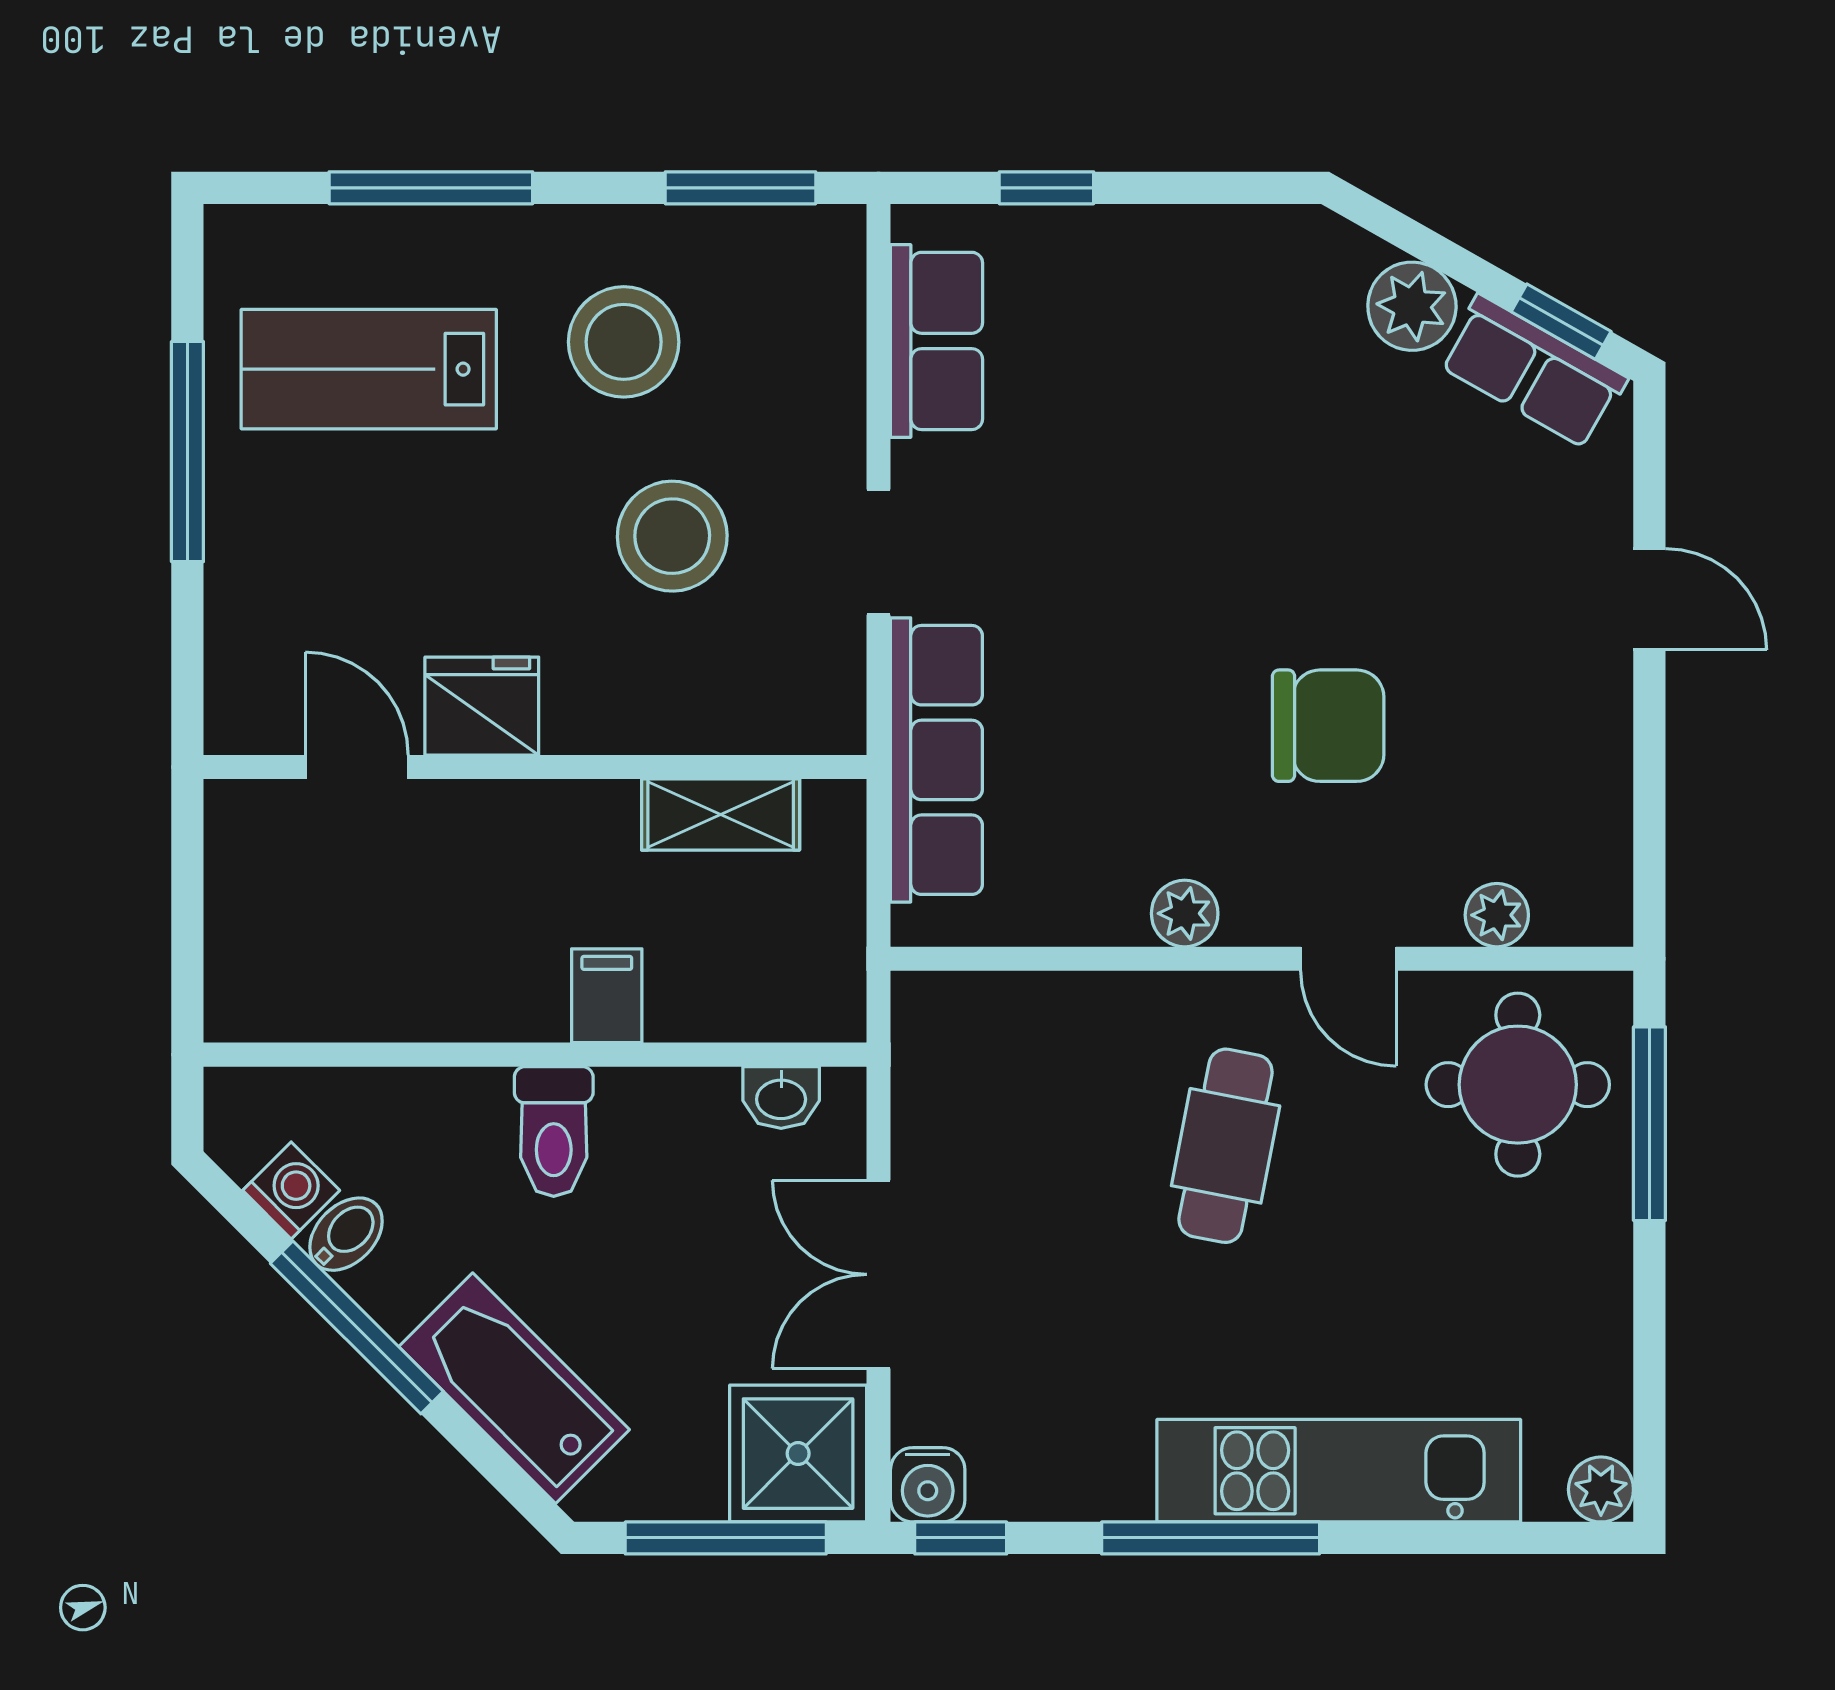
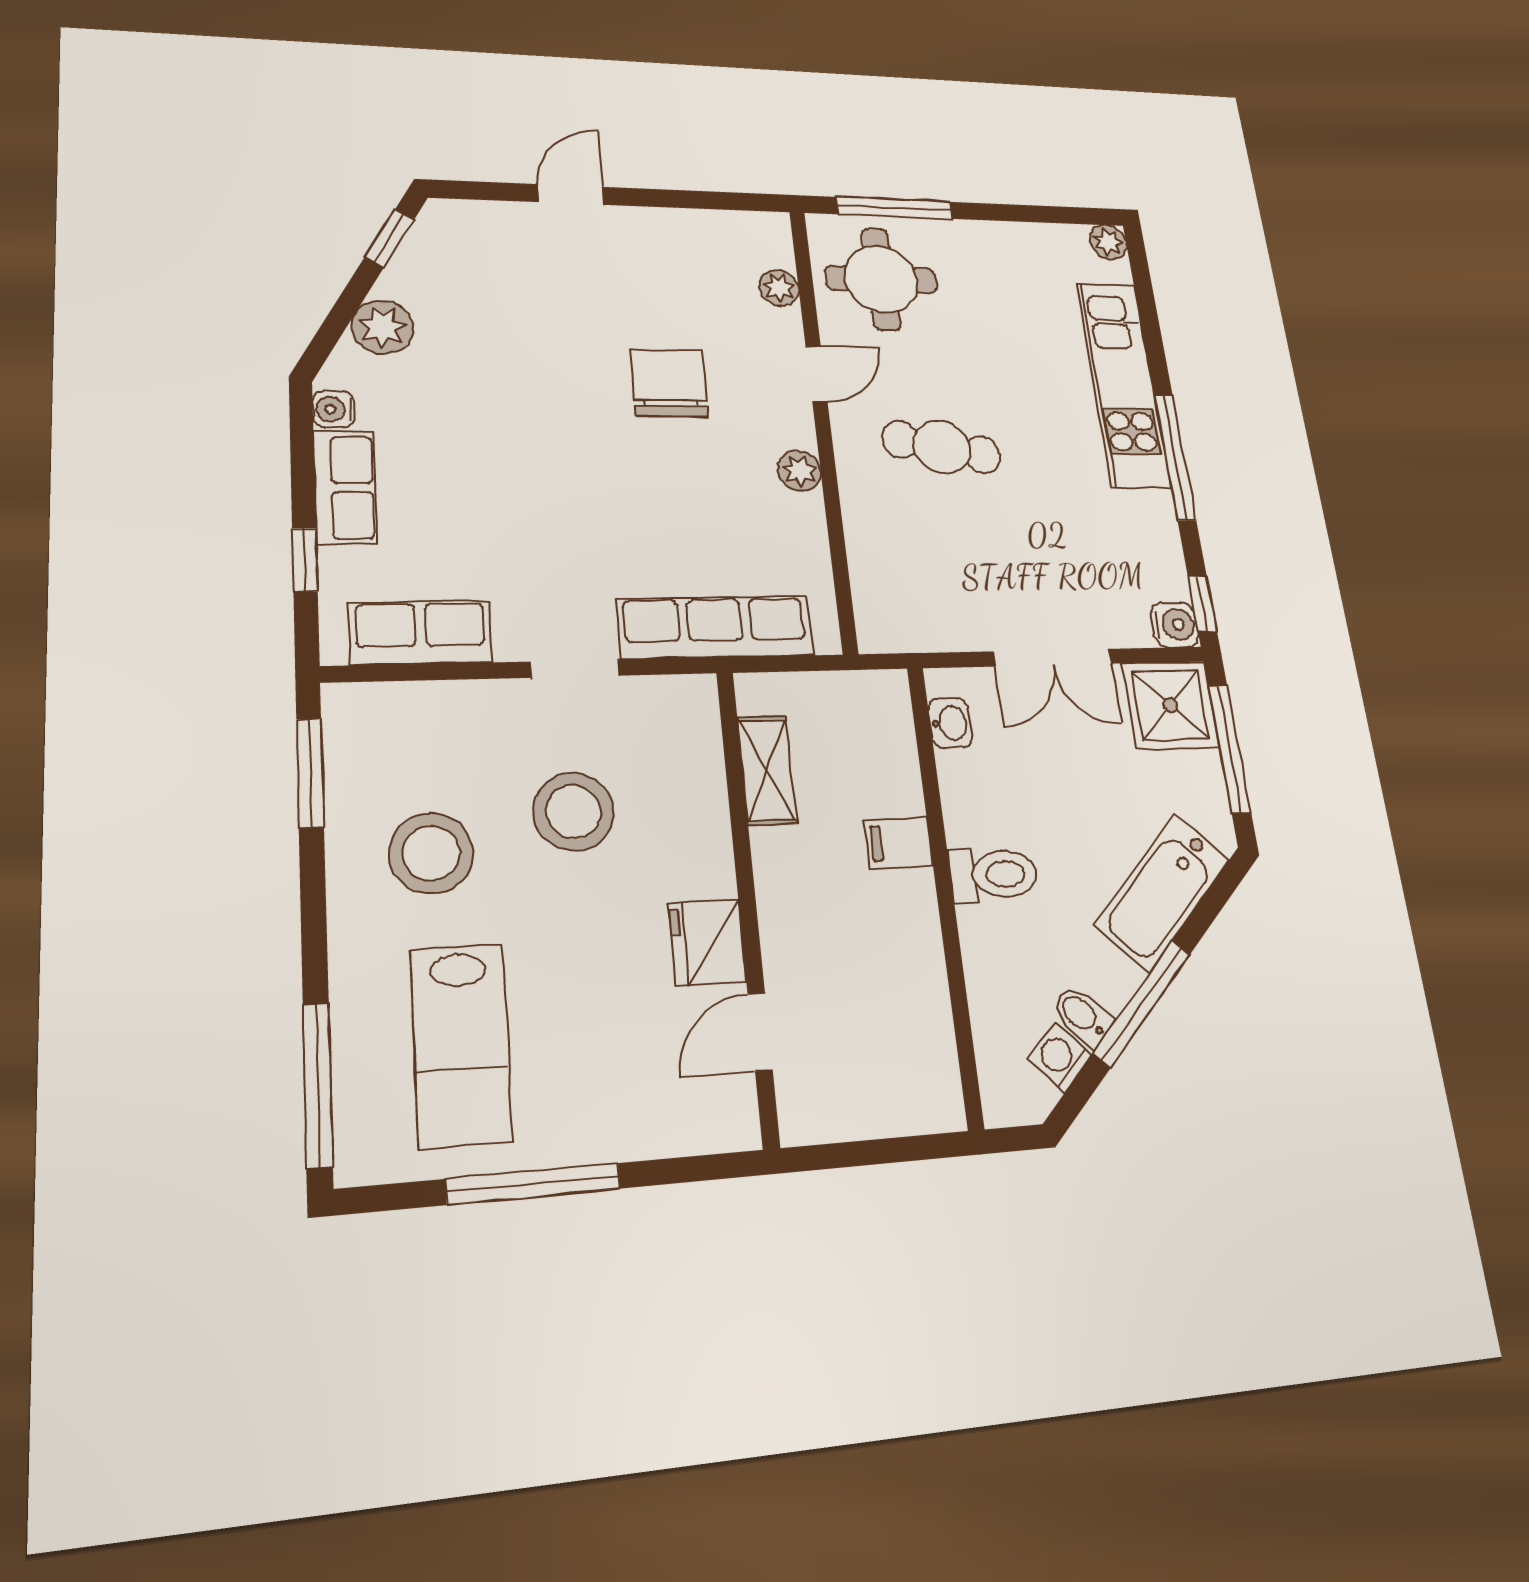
window: (431, 188) -> (318, 1085), moved
water cooler: (1278, 233) -> (334, 409), added
row of seats: (1533, 372) -> (345, 487), moved, turned -30

